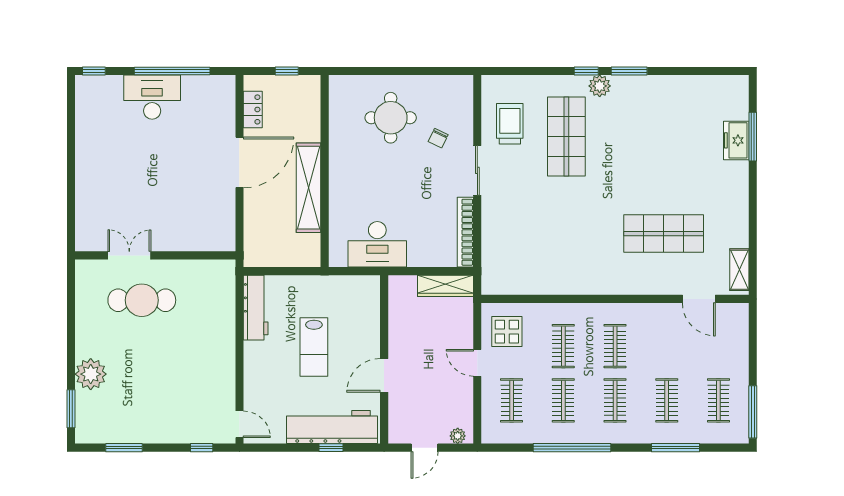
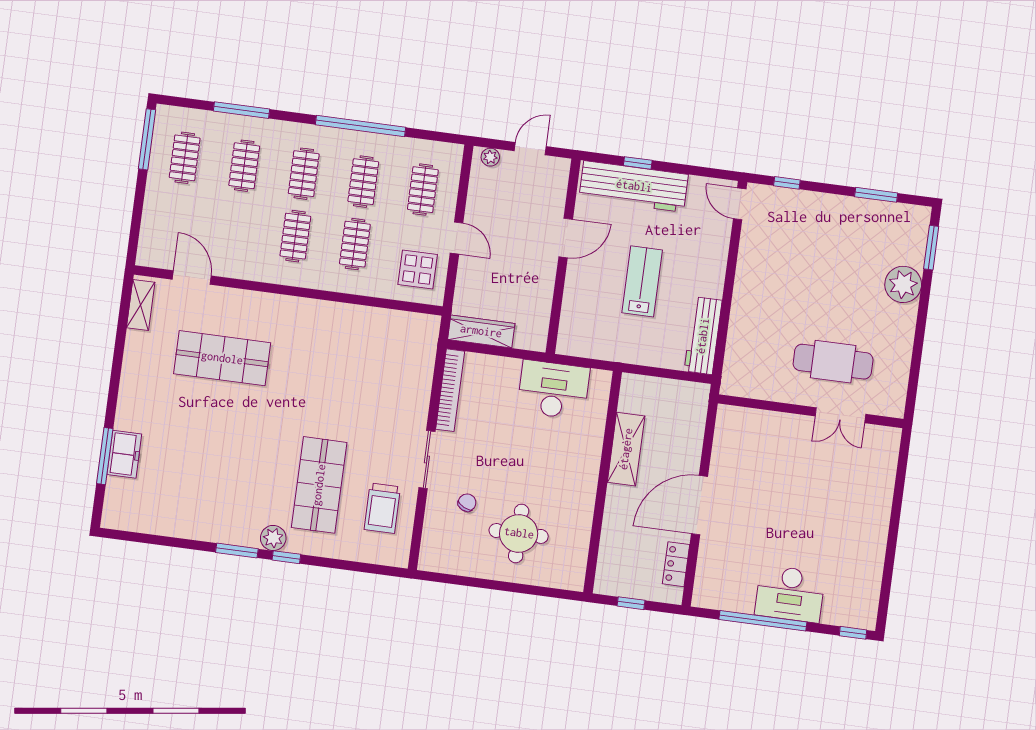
shelving: (308, 188) -> (626, 449), width x0.68

